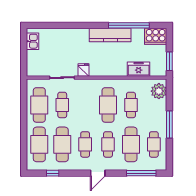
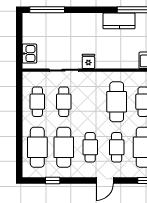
window: (48, 25) -> (47, 10), added
kitchen counter: (110, 35) -> (119, 21), width x0.67
kitchen sink: (33, 41) -> (29, 54), moved
cafe table: (39, 105) -> (37, 102), width x0.73, depth x0.74

